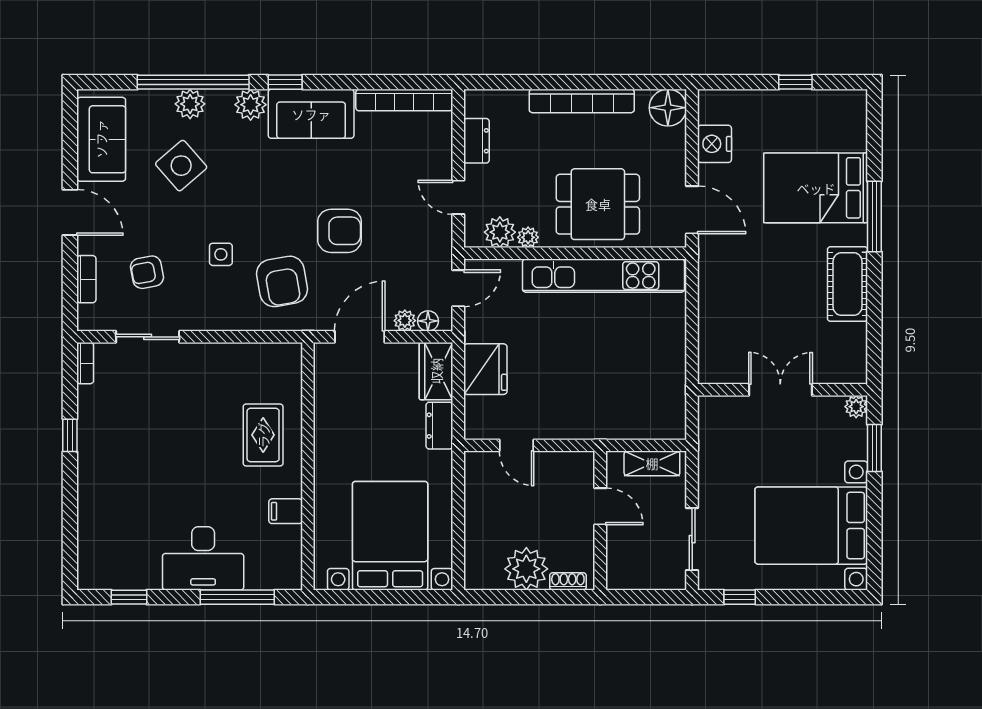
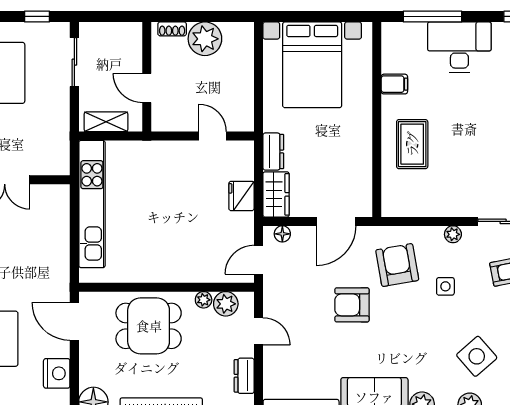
kitchen unit: (604, 276) -> (92, 204), moved, turned 90
plant: (405, 321) -> (453, 234), moved
fridge: (485, 369) -> (241, 196), width x0.73, depth x0.75

